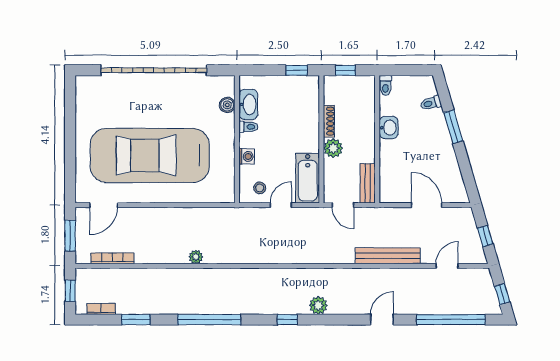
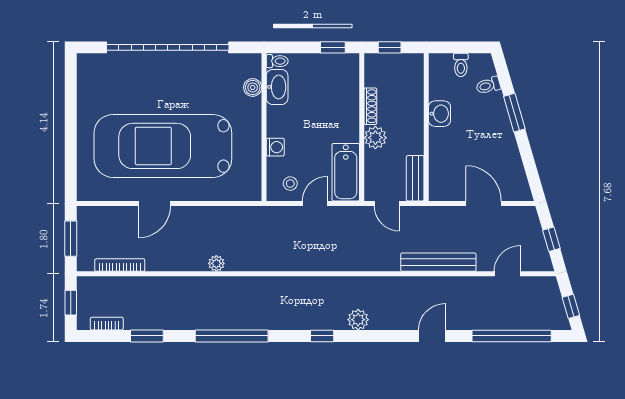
toilet: (385, 85) -> (461, 65), moved
toilet: (248, 127) -> (277, 61), moved
door: (104, 205) -> (154, 203), moved

